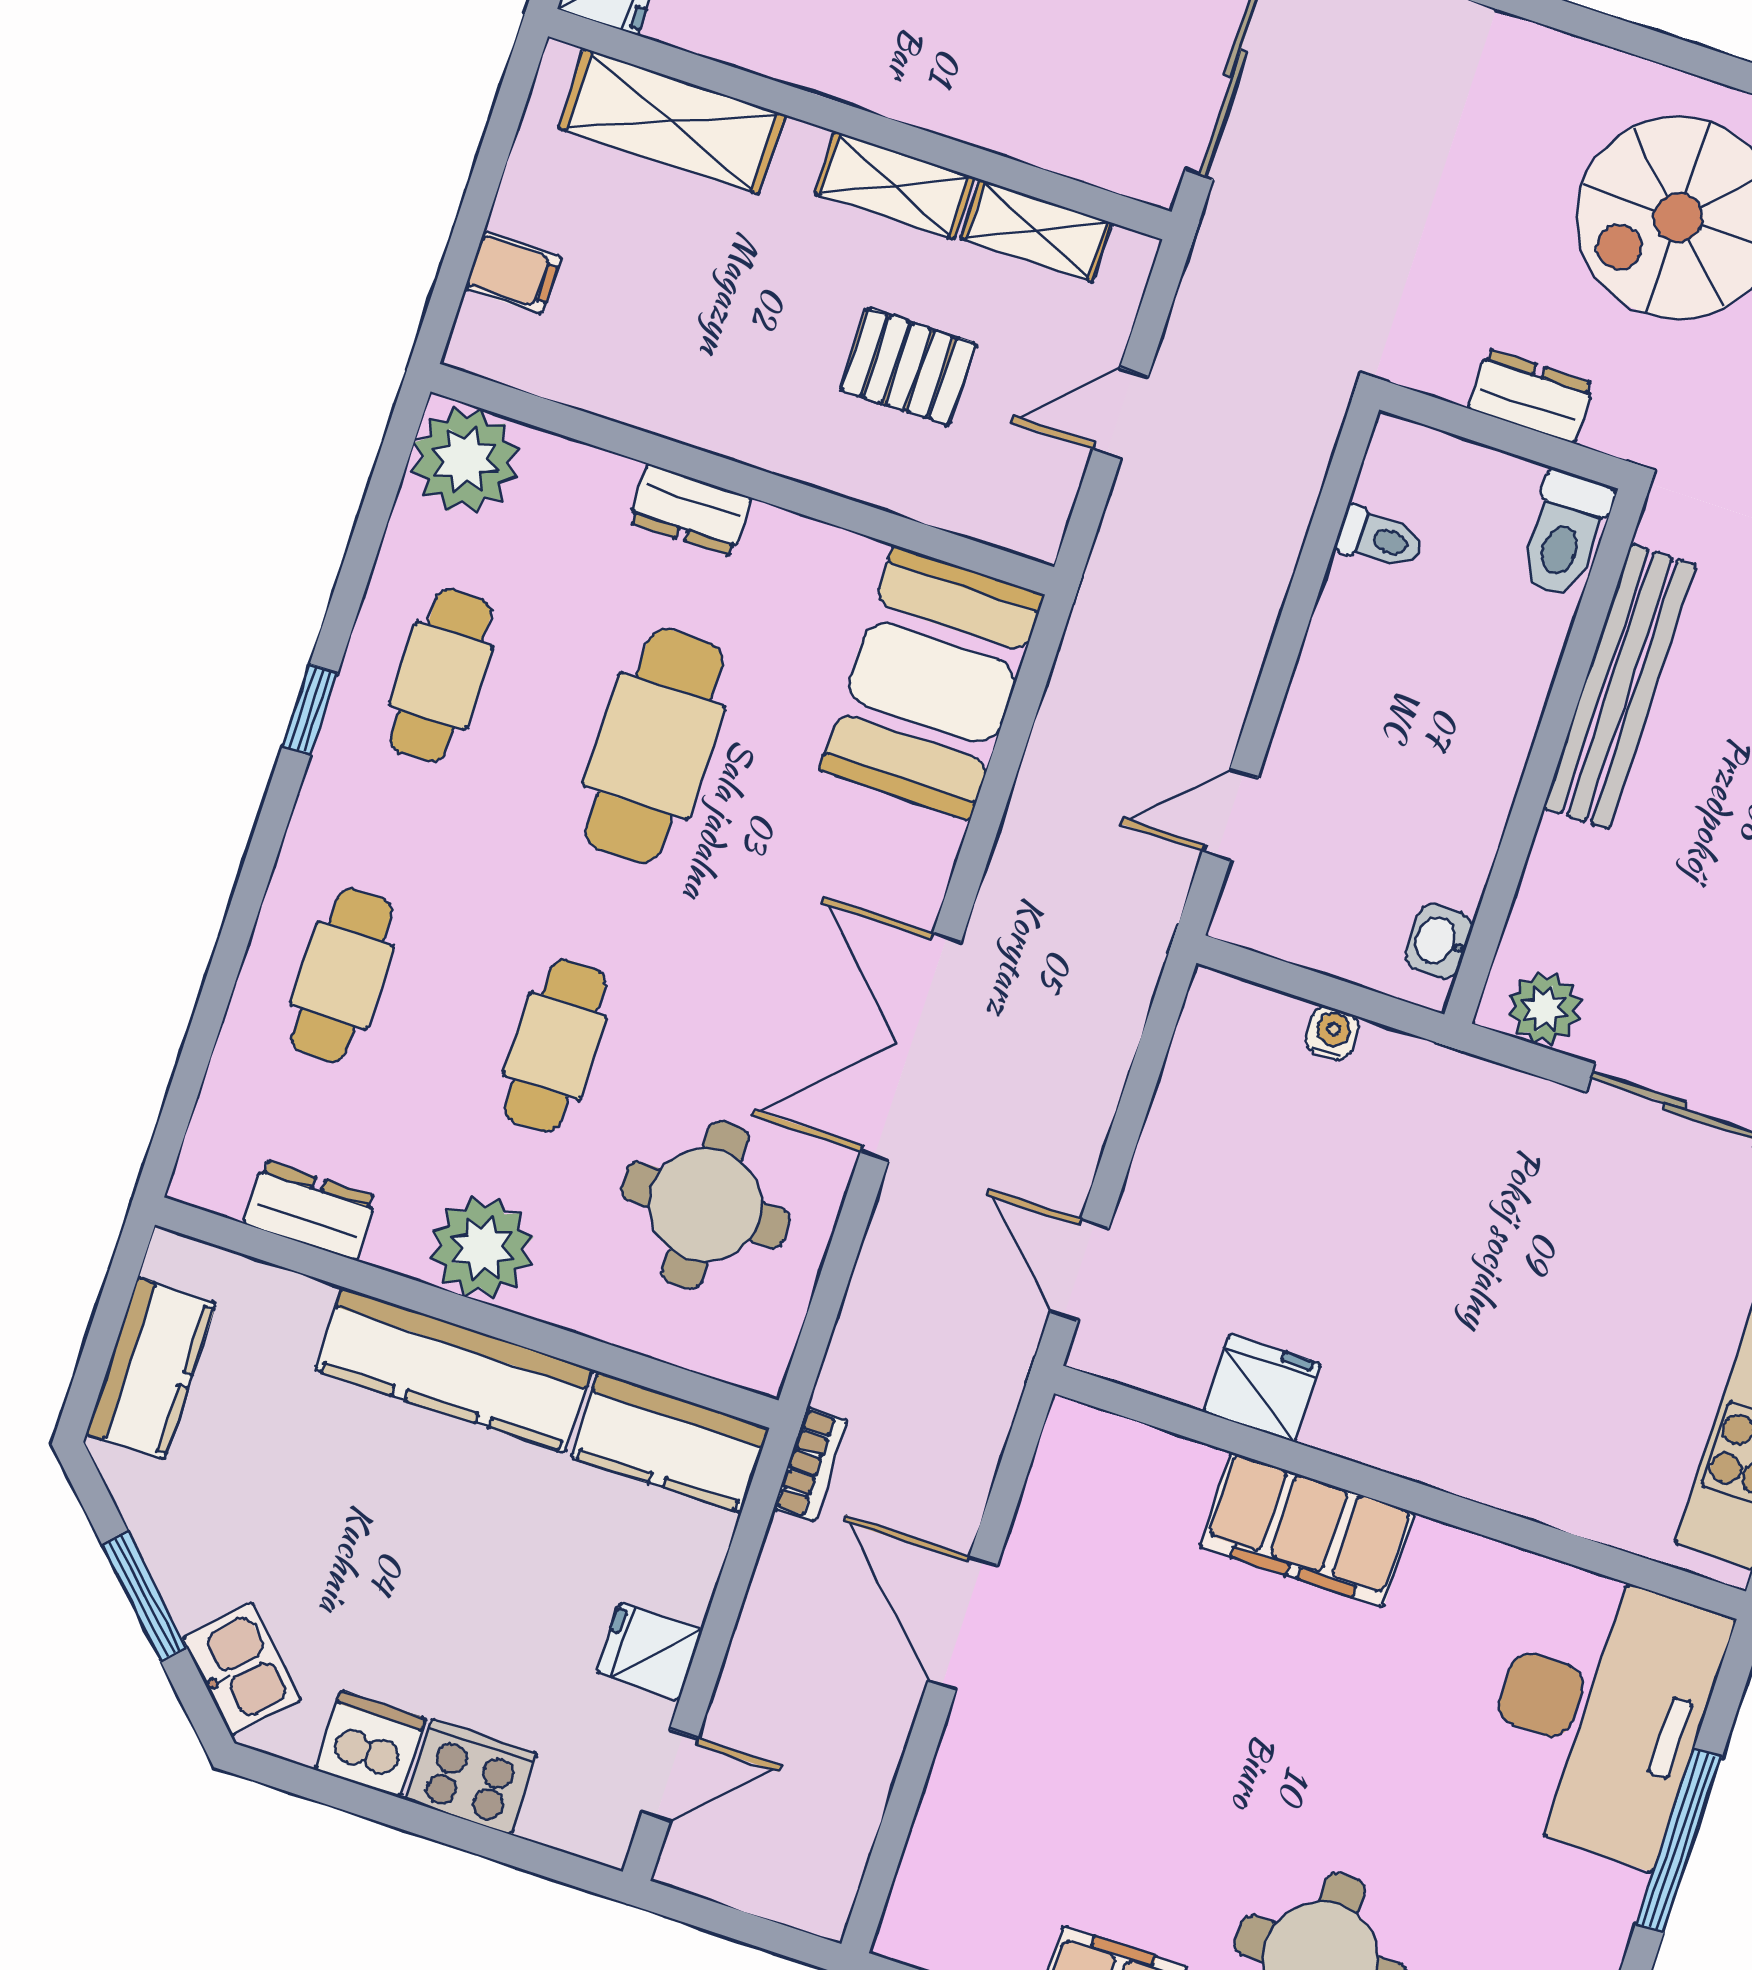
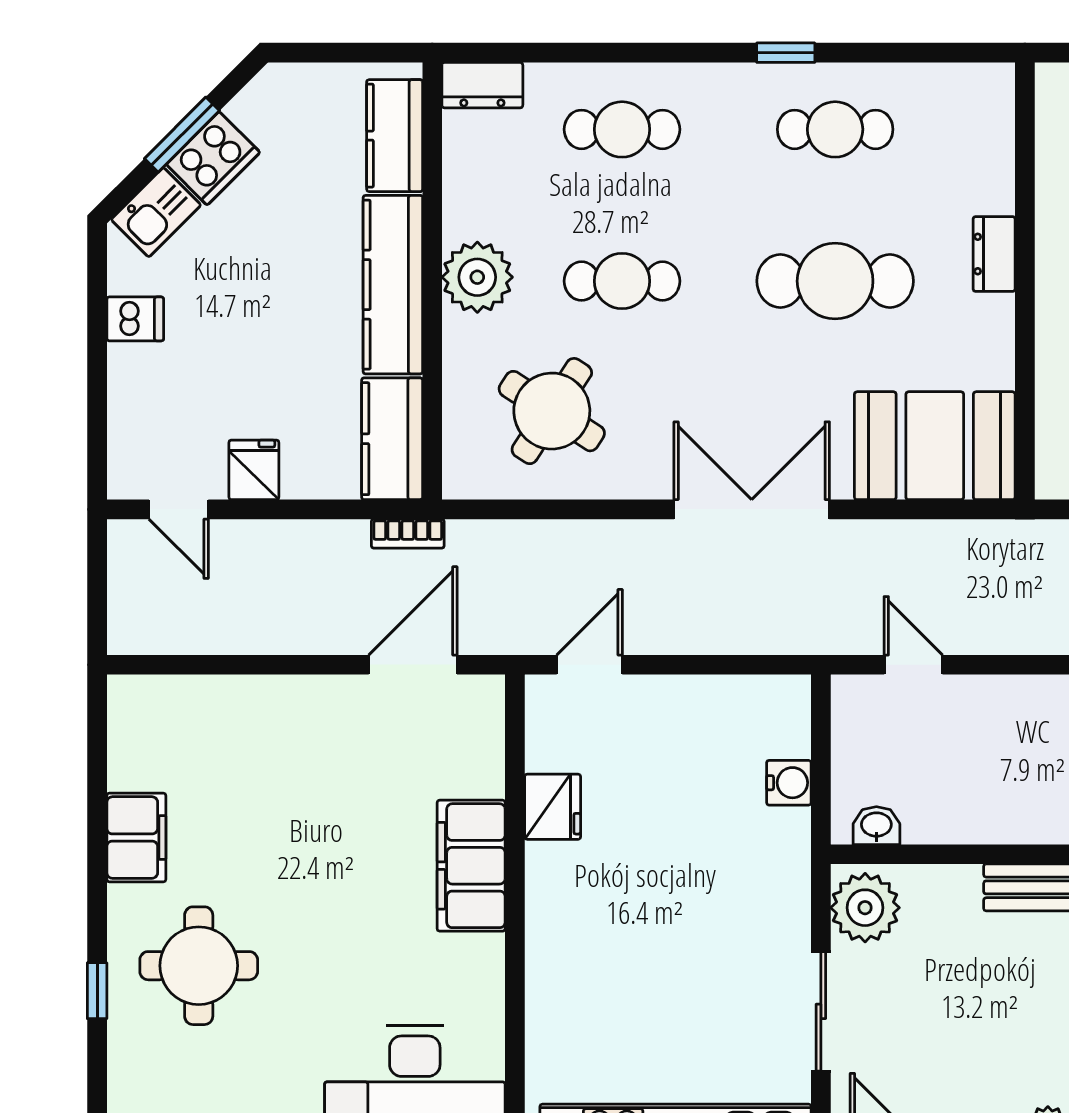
plant: (465, 460) -> (979, 99), removed
plant: (1545, 1008) -> (865, 908), width x1.36, depth x1.36
water cooler: (1332, 1033) -> (789, 783), width x1.38, depth x1.38
double door: (911, 1047) -> (752, 509), moved
round table: (705, 1205) -> (552, 411), turned 33
dresser: (310, 1210) -> (482, 85), moved, turned 90
kitchen counter: (151, 1368) -> (395, 136), moved, turned 90
door: (963, 1623) -> (413, 665), moved
dishwasher: (370, 1744) -> (135, 319), width x0.73
cooker: (472, 1777) -> (213, 158), moved, turned 45

